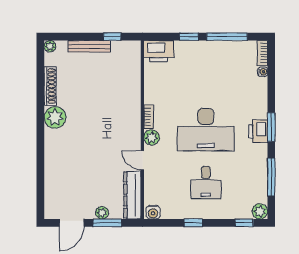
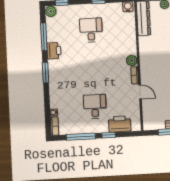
printer: (159, 51) -> (120, 124), moved
desk: (206, 130) -> (95, 106), moved, width x0.53, depth x0.77
printer: (258, 131) -> (54, 51), moved
door: (142, 160) -> (140, 92), moved

